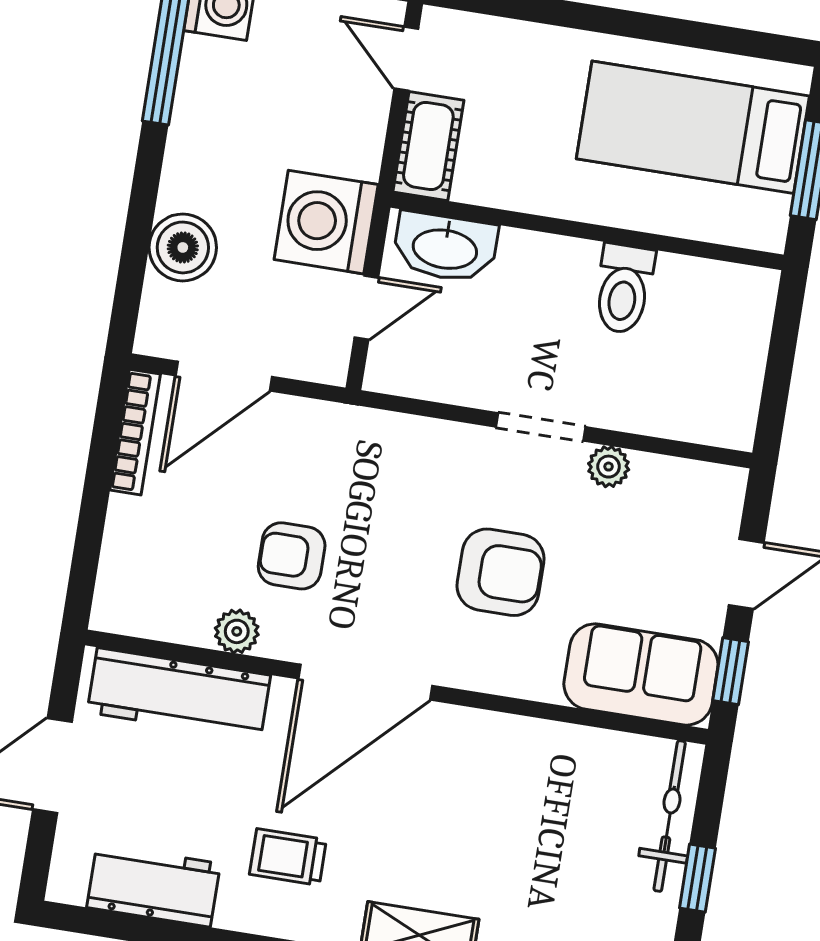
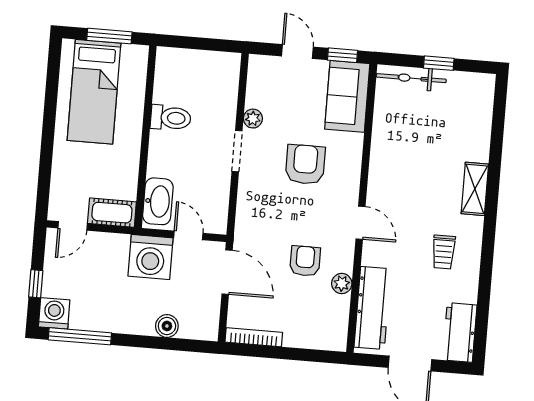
boiler: (183, 247) -> (167, 326), width x0.73, depth x0.73
door: (224, 376) -> (227, 272), moved
armchair: (292, 556) -> (305, 261), turned 180
door: (365, 682) -> (361, 223), width x0.53
workbench: (154, 886) -> (460, 333), moved

